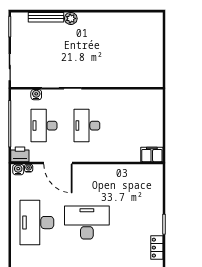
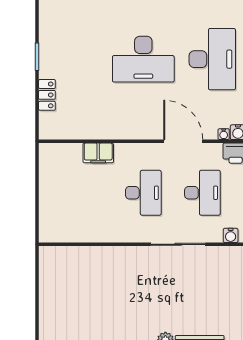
water cooler: (36, 95) -> (231, 235), moved
filing cabinet: (152, 155) -> (98, 153), moved
locker: (157, 248) -> (47, 95), moved

